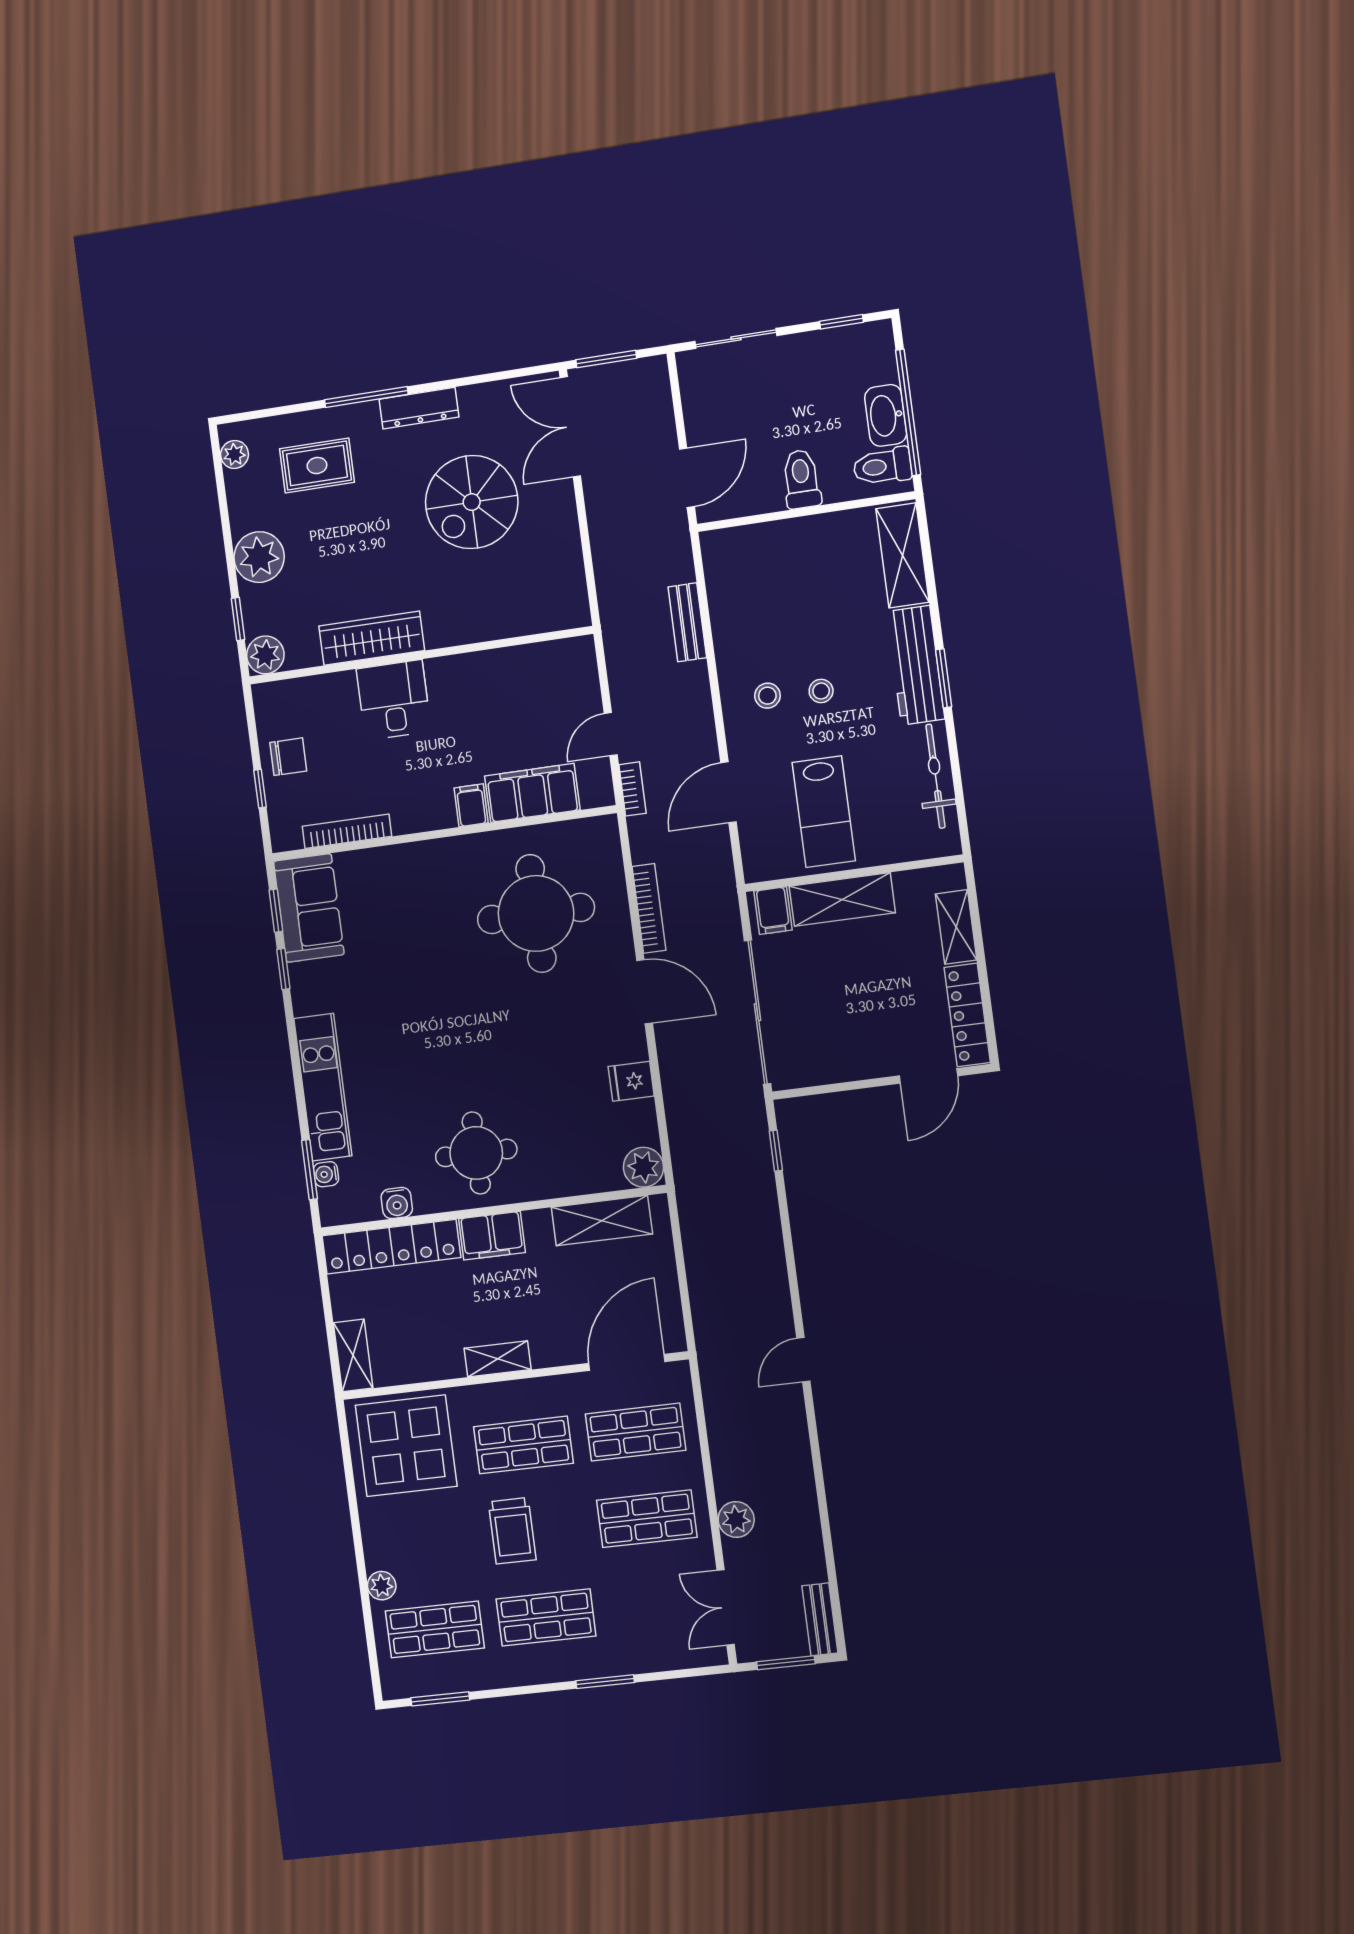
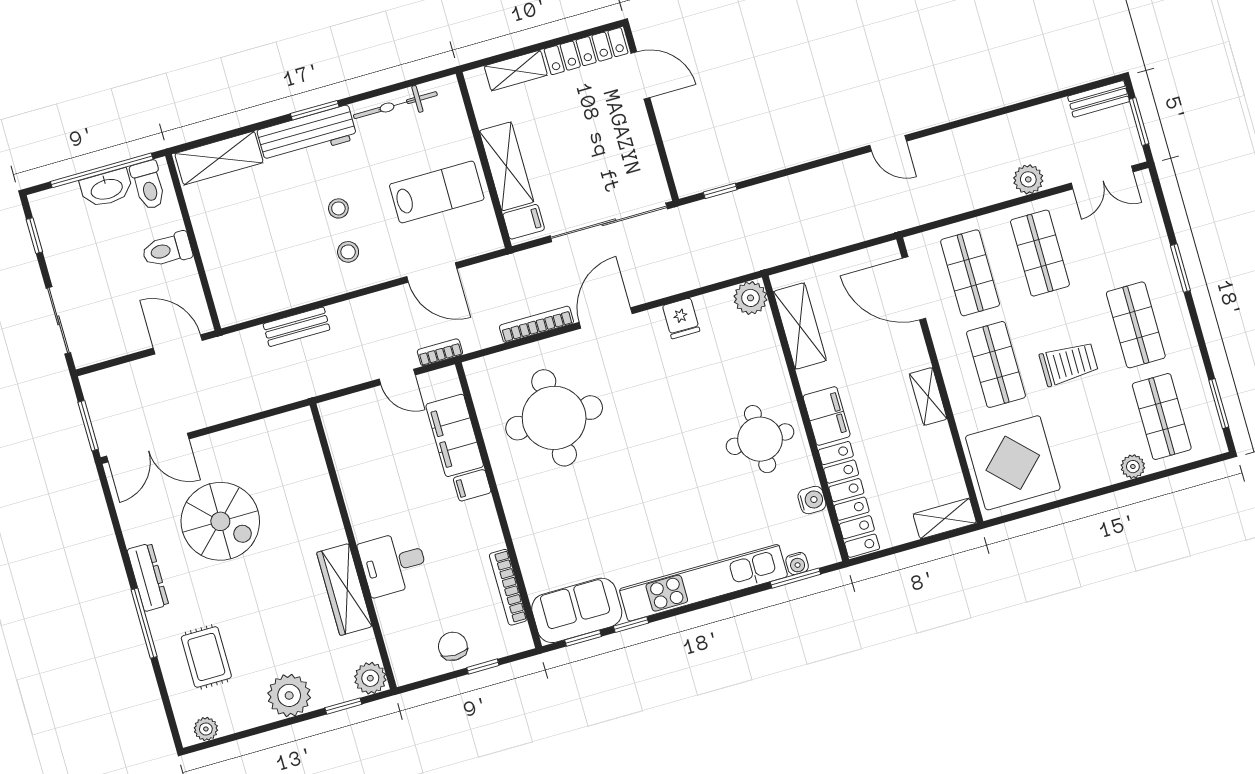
kitchen unit: (323, 1087) -> (703, 583), width x1.36

